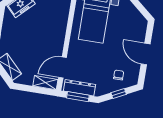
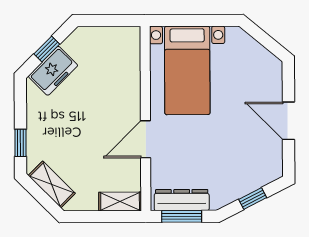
door: (63, 67) -> (145, 139), moved
chair: (119, 75) -> (247, 166), removed

